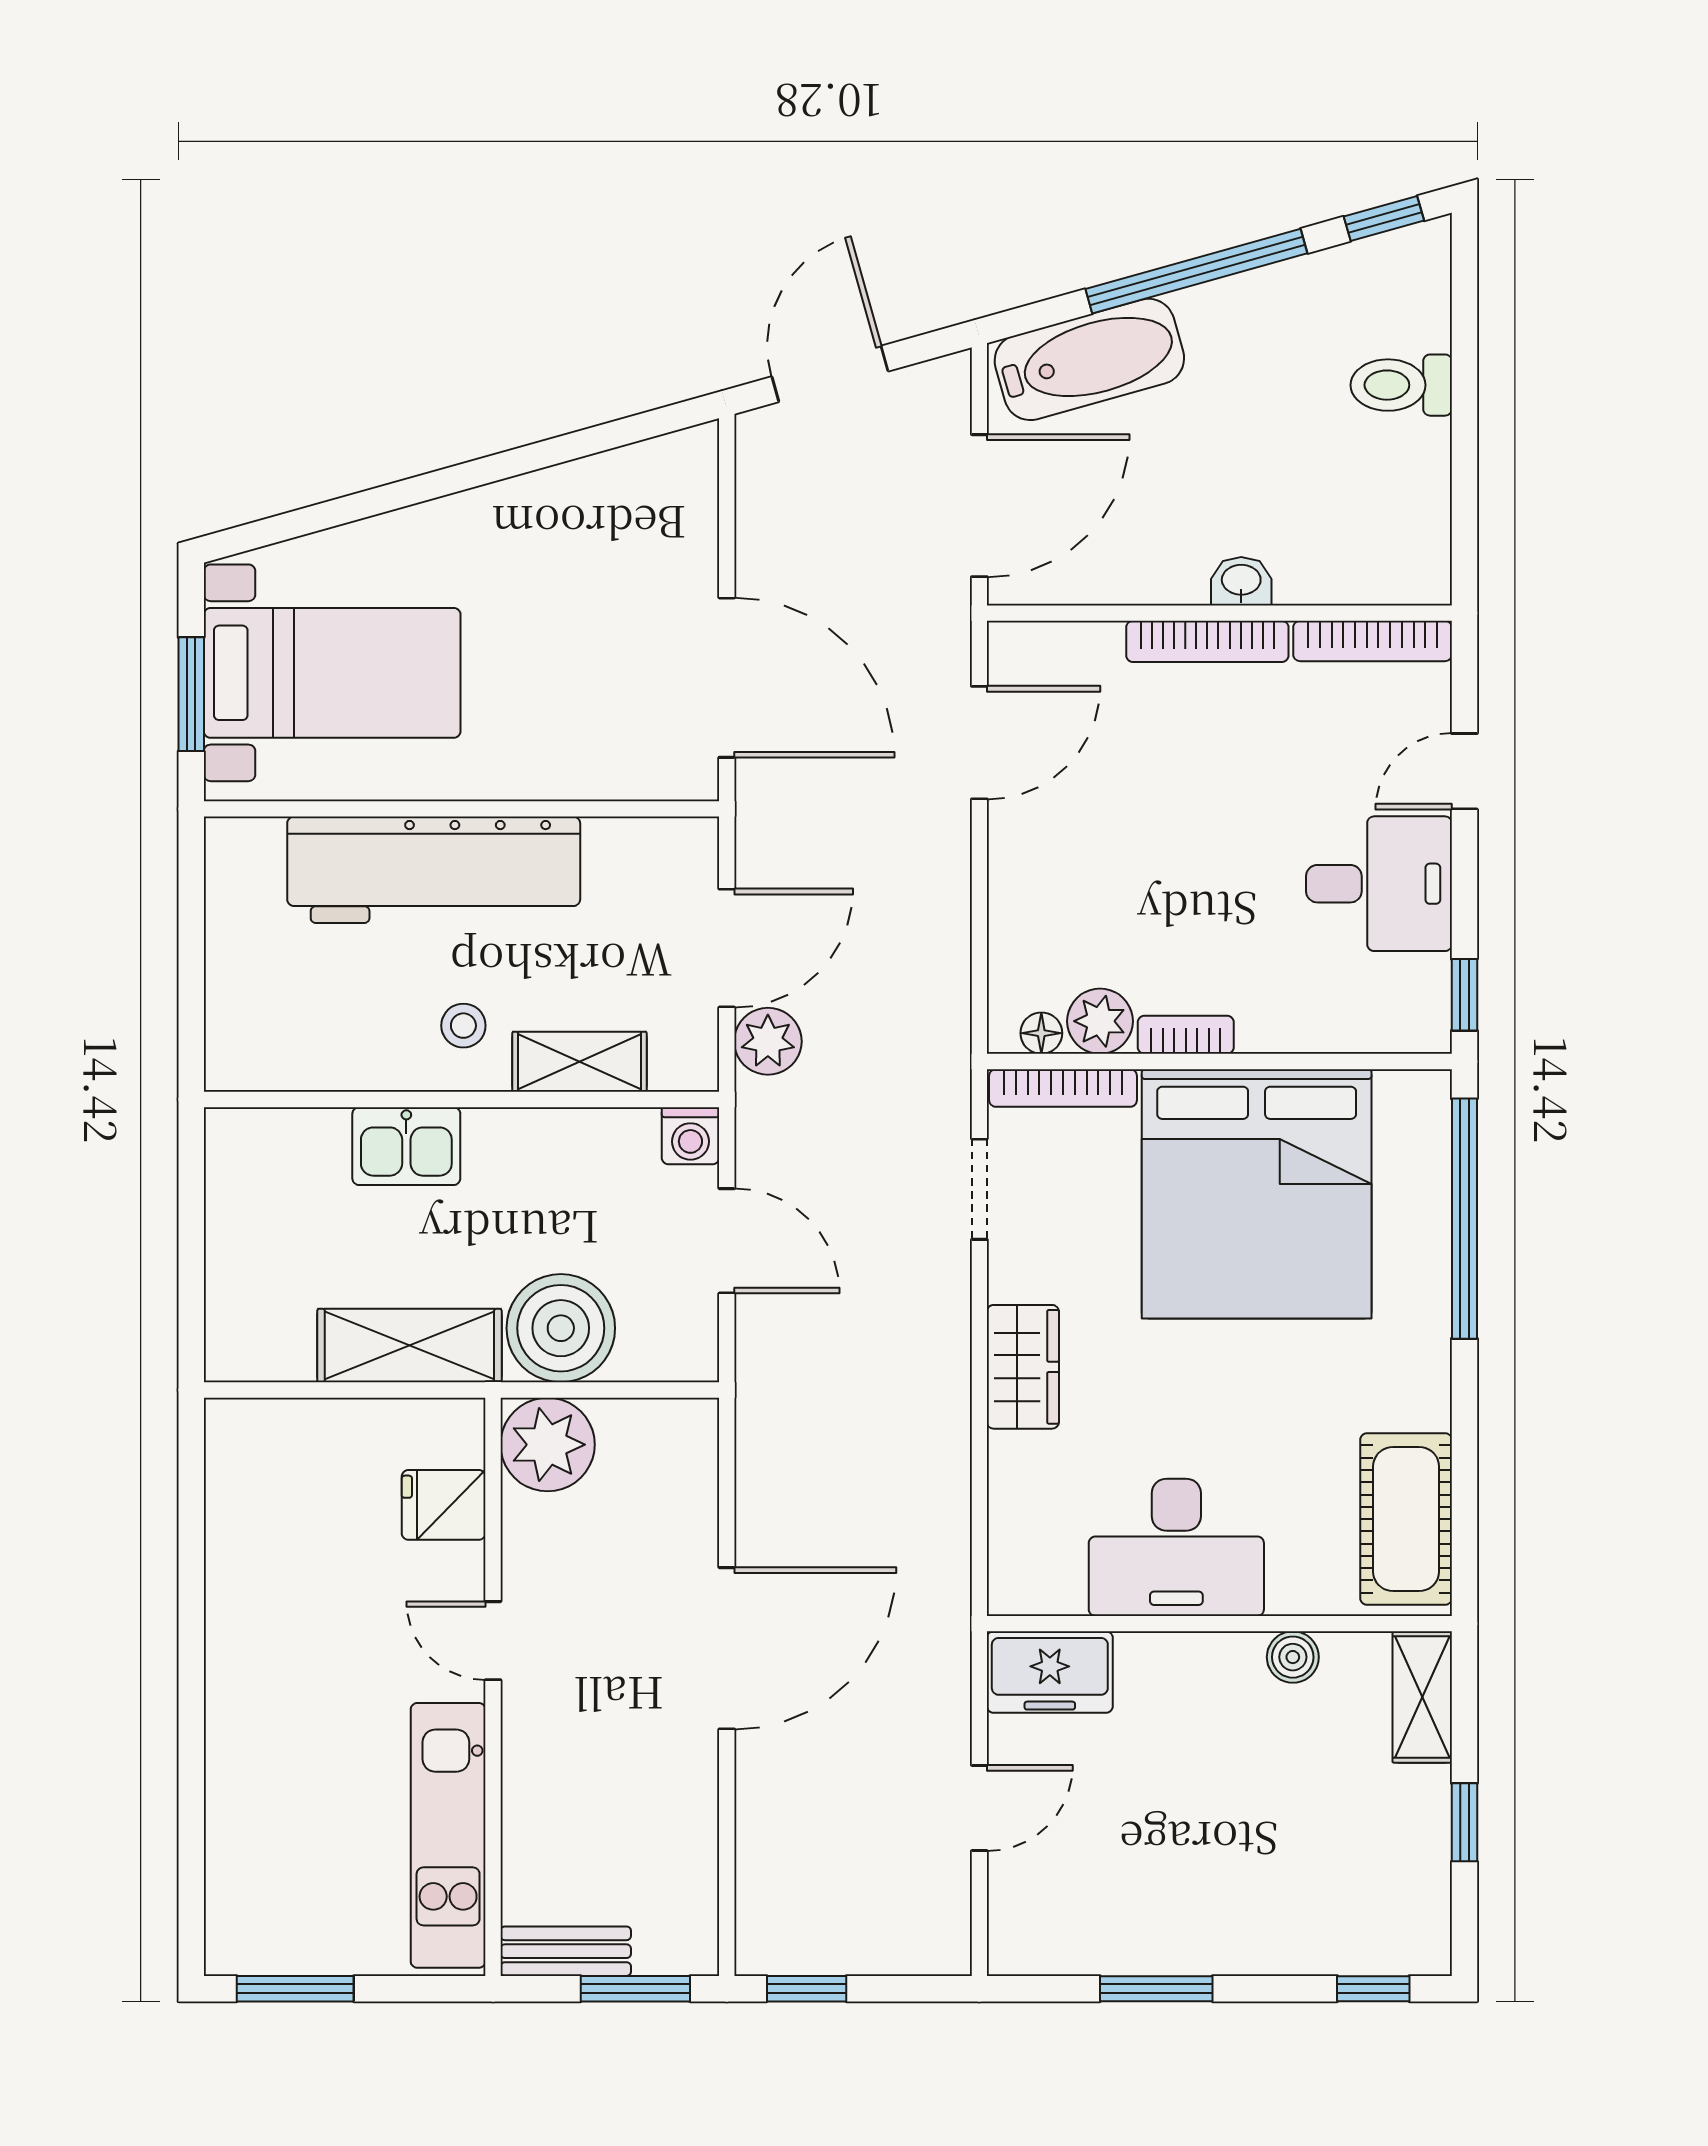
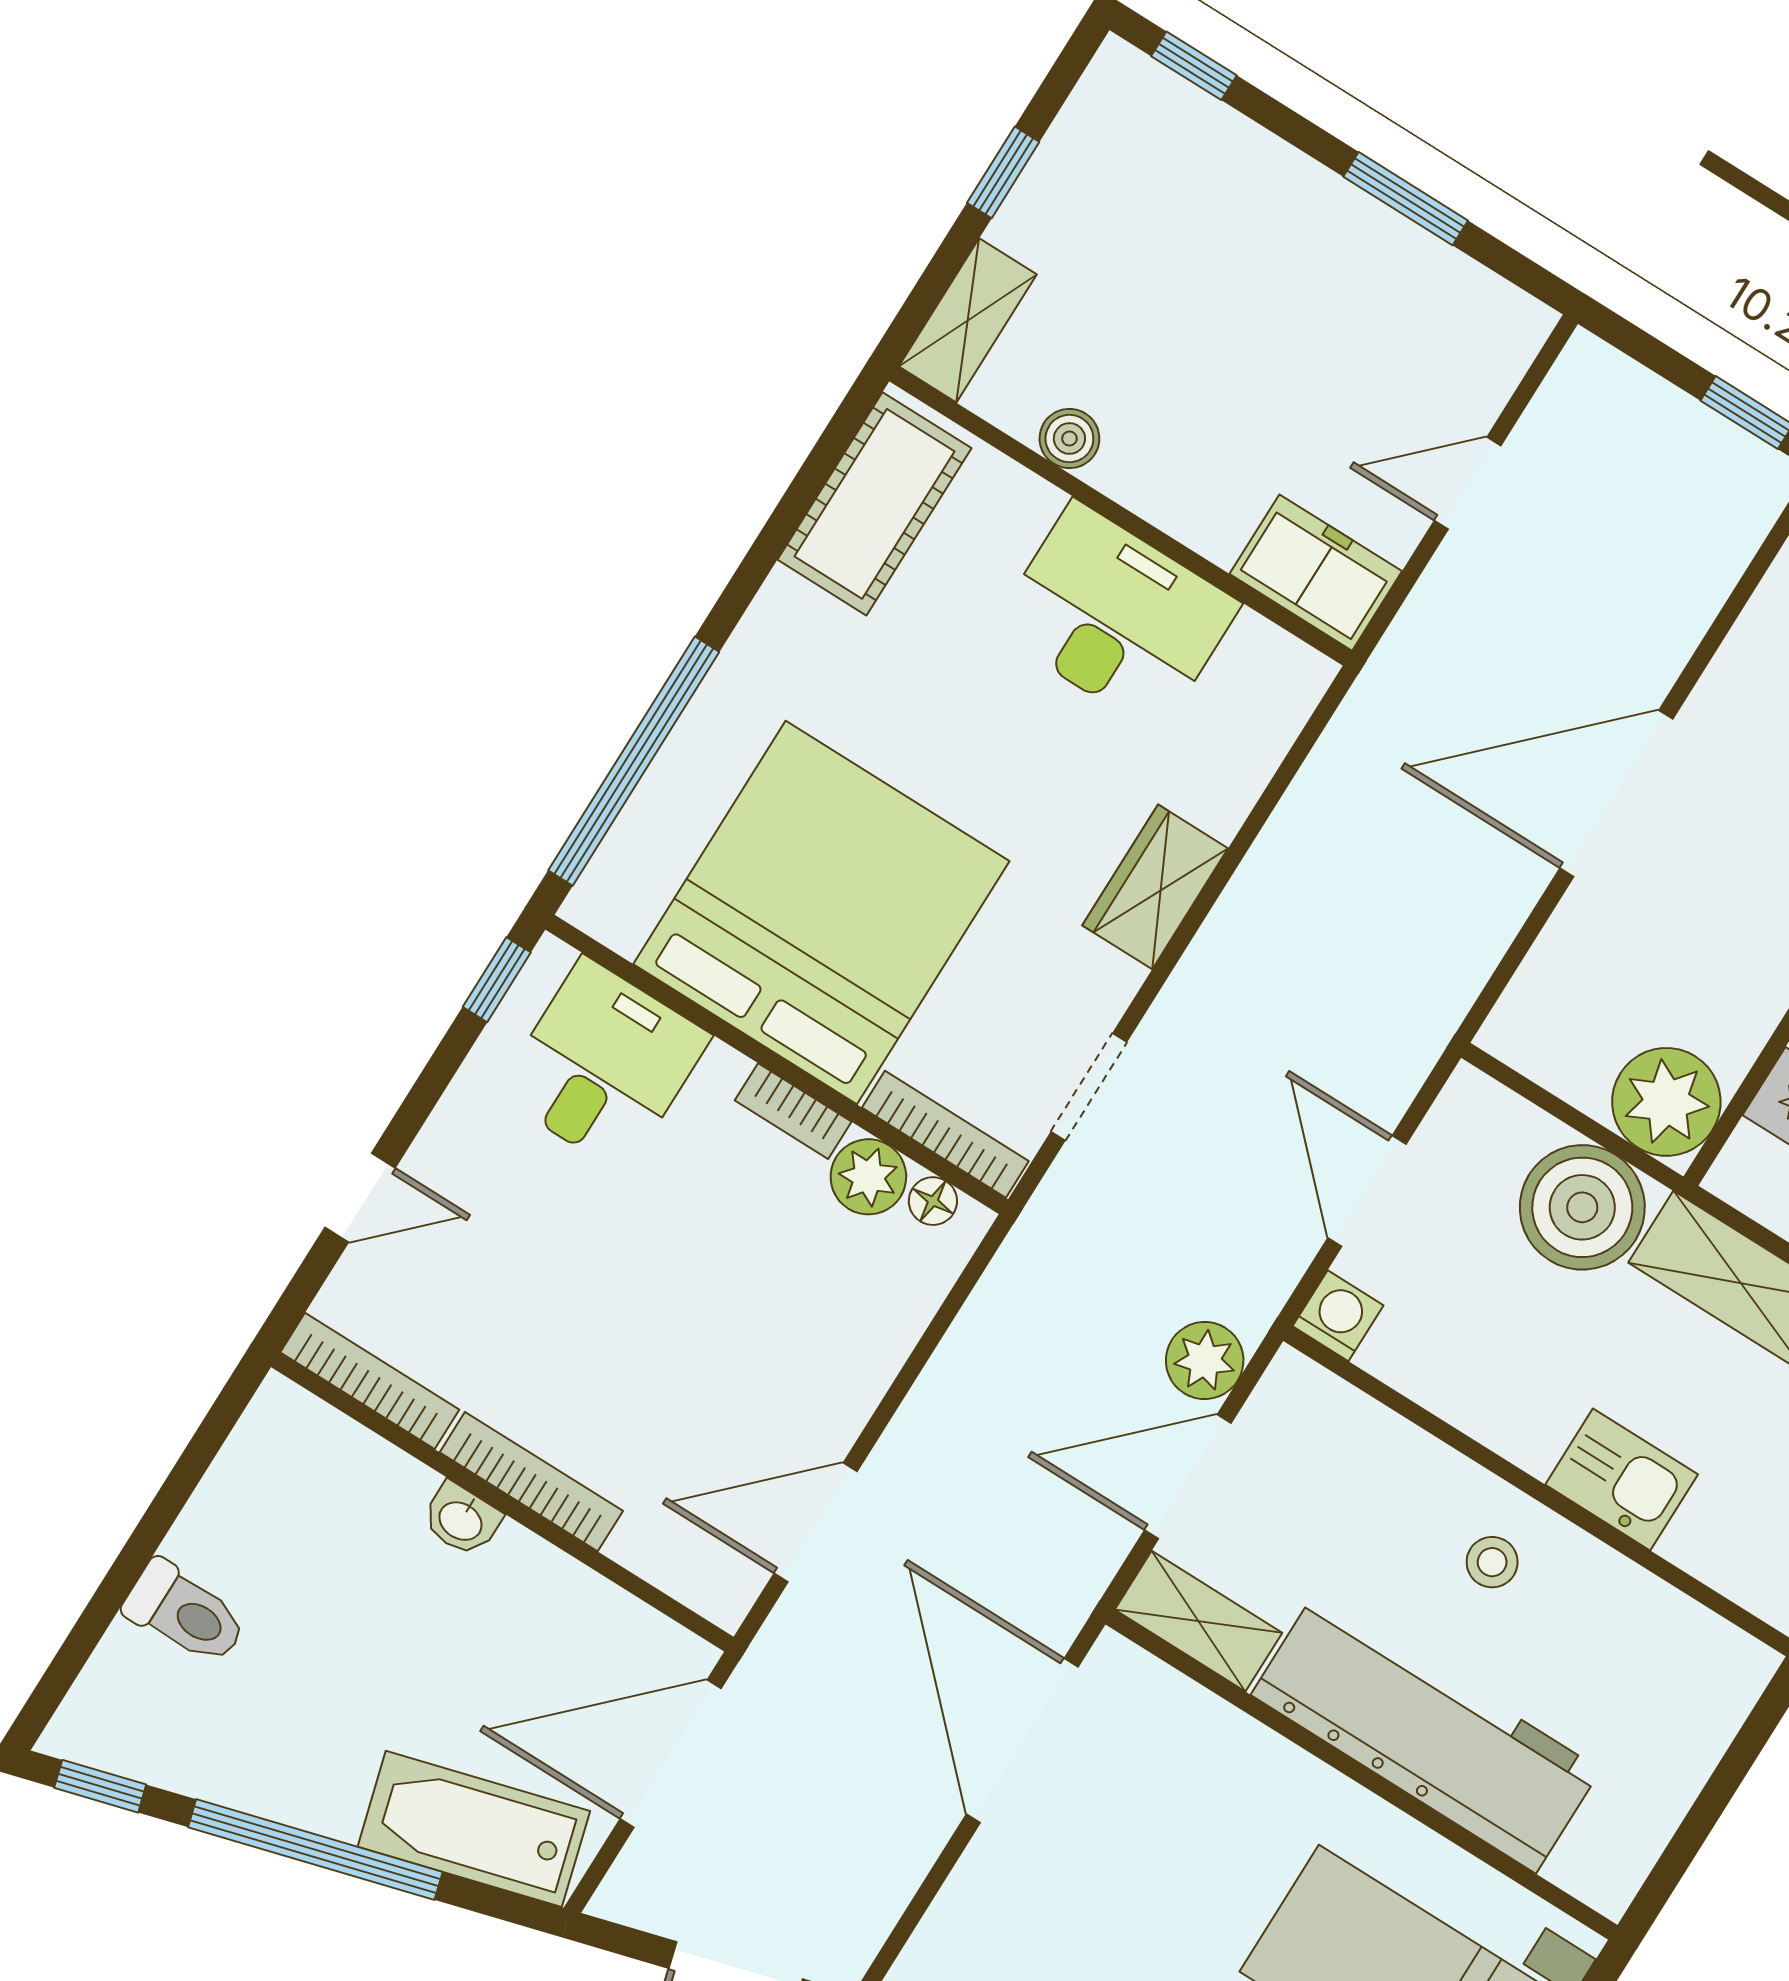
desk: (1379, 884) -> (604, 1065), moved, turned 90
shelving: (579, 1062) -> (1199, 1621), moved

